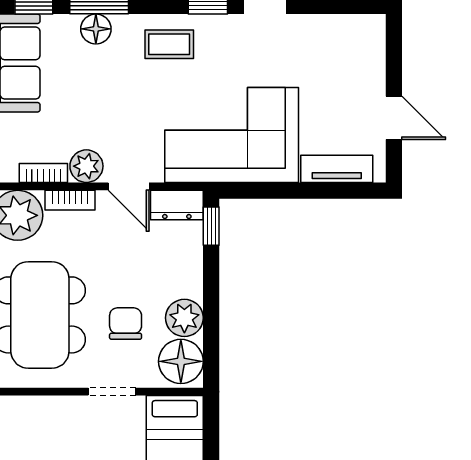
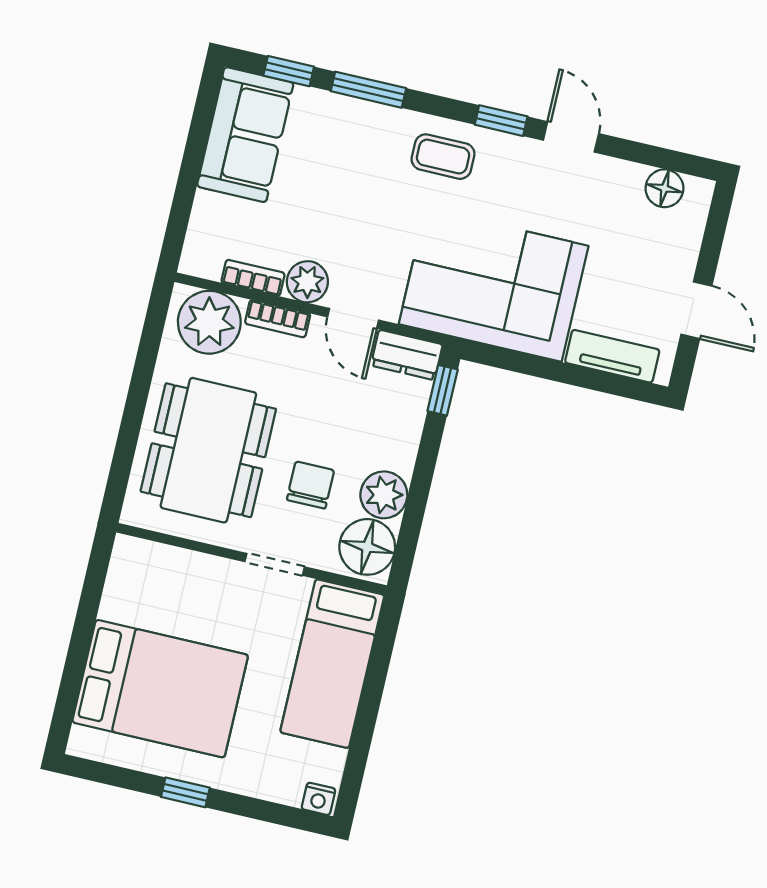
floor lamp: (96, 29) -> (664, 188), moved

